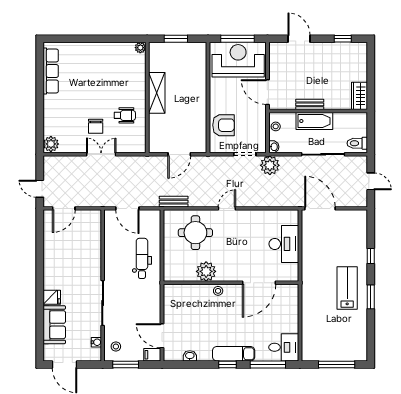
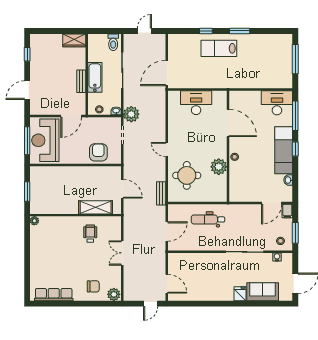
shelving: (157, 93) -> (96, 207), moved
chair: (96, 126) -> (93, 286), moved
lab bench: (347, 288) -> (219, 48), moved
desk: (284, 347) -> (277, 103), width x1.37
exam couch: (234, 354) -> (284, 150), width x1.36, depth x1.45

